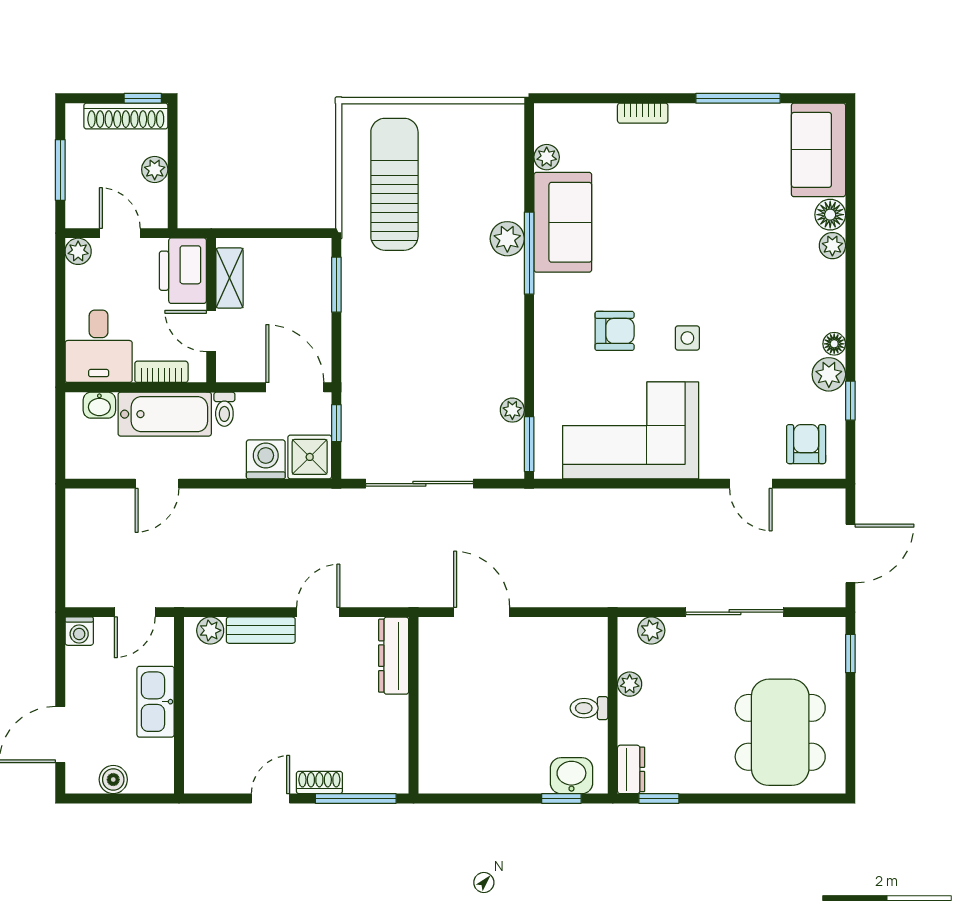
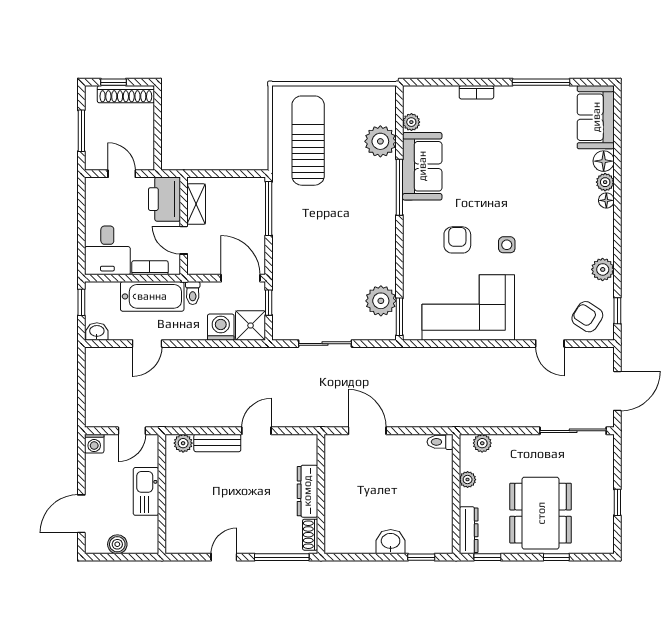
window: (143, 98) -> (113, 82), moved
plant: (155, 169) -> (145, 130), removed
plant: (507, 239) -> (380, 141), moved, width x1.36, depth x1.36
plant: (78, 251) -> (93, 186), removed
window: (336, 285) -> (269, 209), width x1.44
armchair: (615, 331) -> (457, 240), turned -90
floor lamp: (834, 344) -> (606, 200), moved
window: (850, 401) -> (617, 311), moved
washbasin: (99, 405) -> (97, 331), moved, turned 180
plant: (512, 410) -> (381, 301), width x1.87, depth x1.87
window: (60, 423) -> (81, 302), added
armchair: (806, 444) -> (587, 317), turned -57
sliding door: (419, 484) -> (325, 344), width x0.73
sliding door: (735, 612) -> (573, 431), moved
window: (850, 654) -> (617, 502), moved
dresser: (394, 656) -> (307, 491), moved
toilet: (589, 708) -> (440, 442), moved
dining table: (780, 732) -> (541, 513), moved
dresser: (631, 769) -> (469, 530), width x1.44
washbasin: (571, 776) -> (391, 542), moved
shoe rack: (319, 782) -> (310, 535), moved, turned -90
window: (760, 798) -> (556, 557), added

